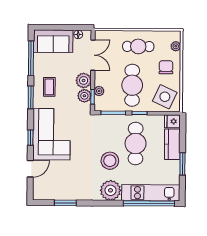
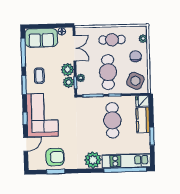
stool: (110, 161) -> (92, 135), removed
armchair: (65, 185) -> (55, 157), added

